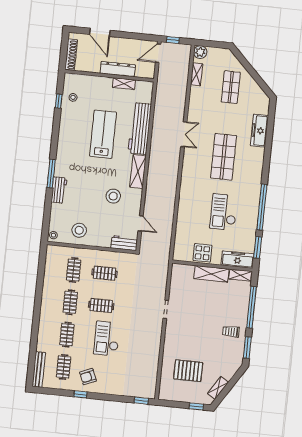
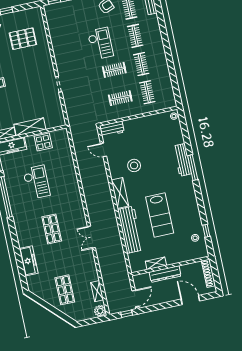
shop shelf: (224, 157) -> (52, 229), width x0.70, depth x0.74
workbench: (59, 190) -> (182, 160), width x1.38
stool: (79, 230) -> (153, 127), removed

